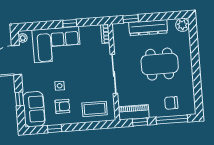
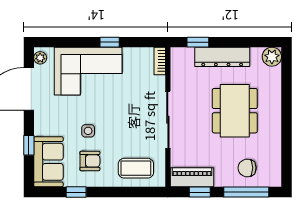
dining table: (160, 64) -> (235, 111), turned 90

